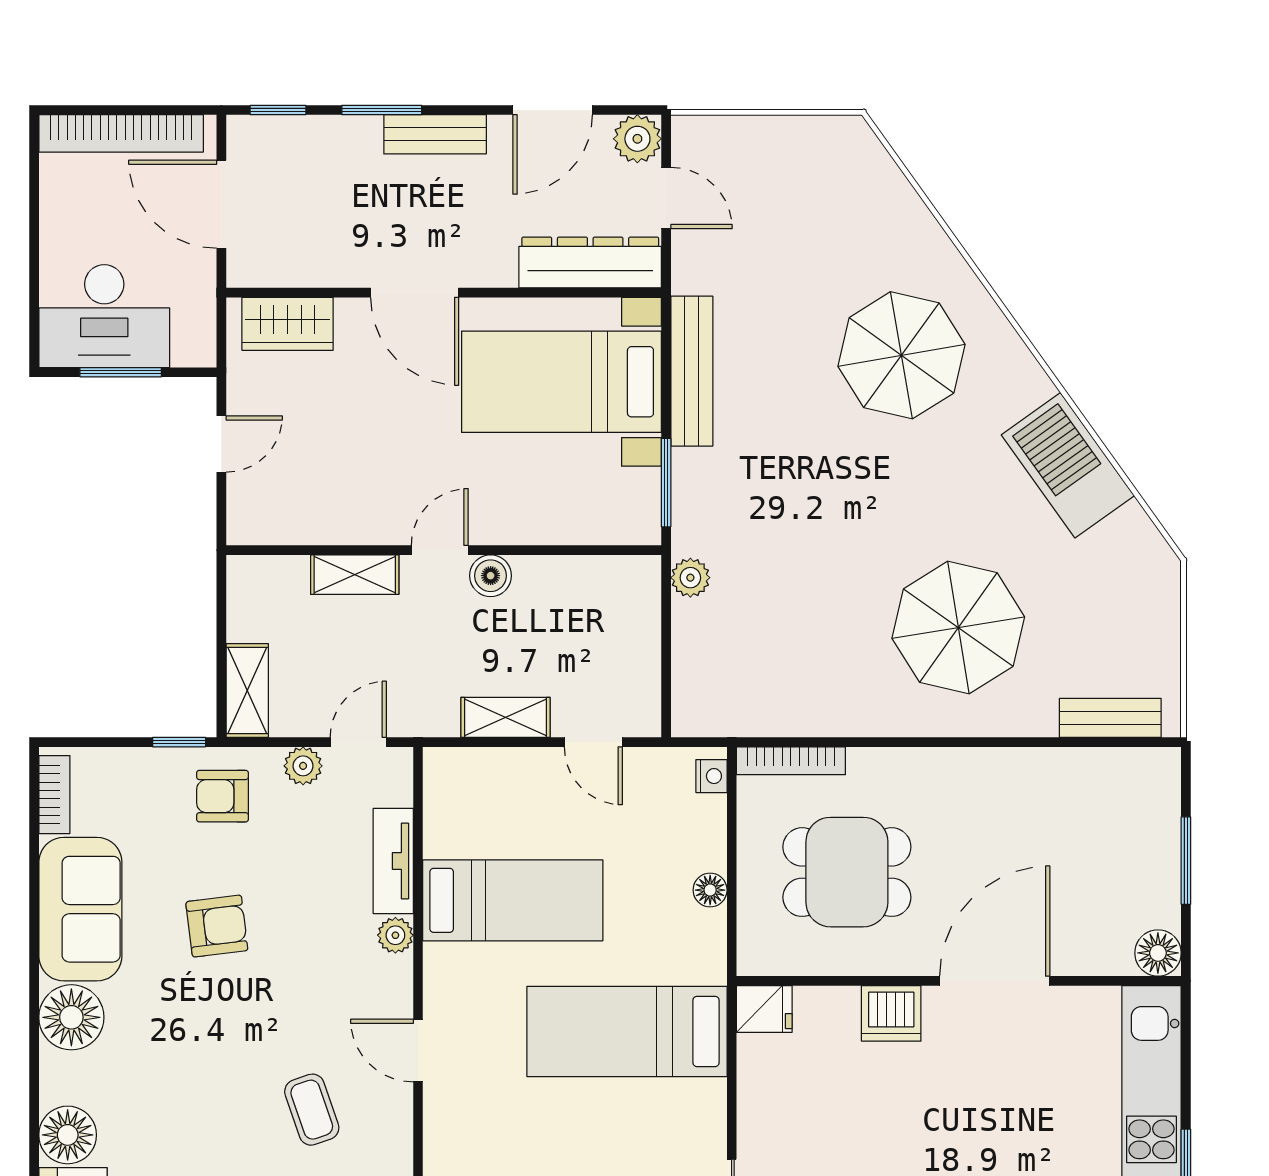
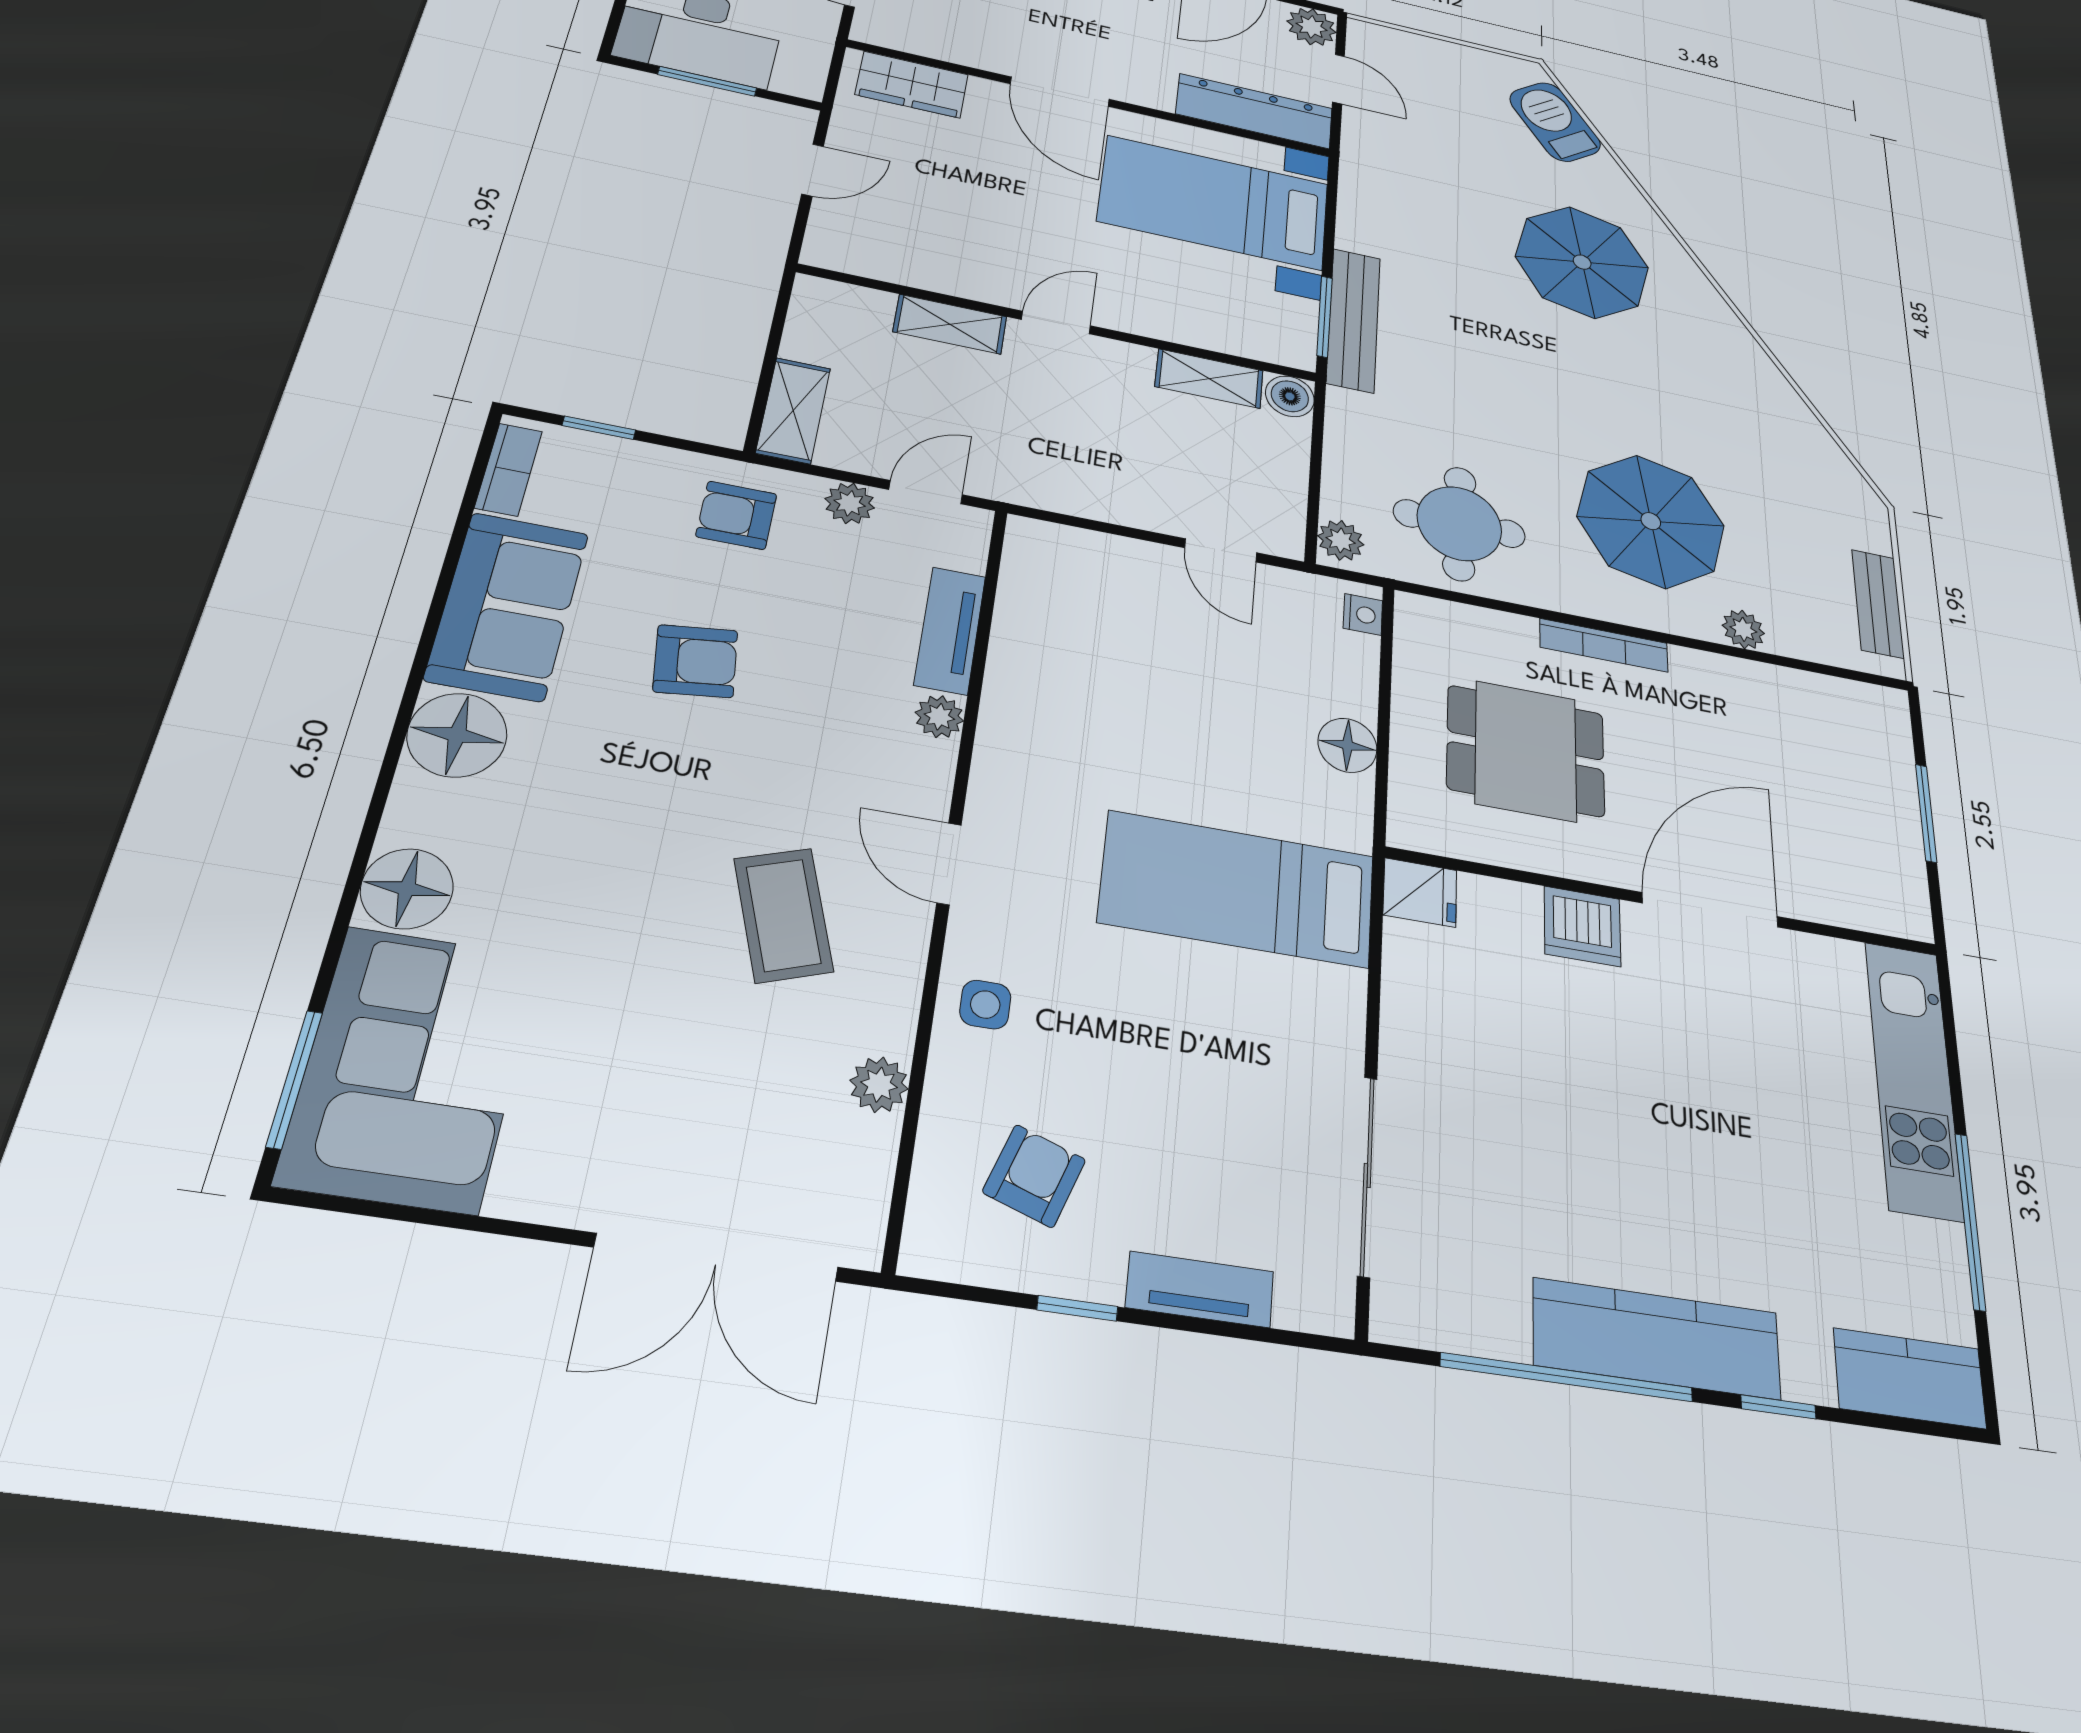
bench: (692, 371) -> (1353, 320), moved
barbecue: (1068, 465) -> (1555, 122), moved, width x0.73, depth x0.83
boiler: (491, 576) -> (1290, 396), moved
plant: (690, 578) -> (1341, 540), moved
round table: (790, 670) -> (1459, 524), added
shelving: (505, 717) -> (1209, 379), moved
plant: (1037, 718) -> (1743, 629), added
bench: (1110, 718) -> (1878, 604), moved, turned 90
window: (179, 742) -> (599, 428), moved
bookcase: (791, 761) -> (1604, 645), moved
floor lamp: (710, 890) -> (1347, 745), width x1.37, depth x1.37
bed: (513, 900) -> (1101, 705), removed
floor lamp: (1158, 953) -> (1905, 912), removed
coffee table: (312, 1110) -> (784, 915), width x1.36, depth x1.30
side table: (457, 1151) -> (985, 1005), added

